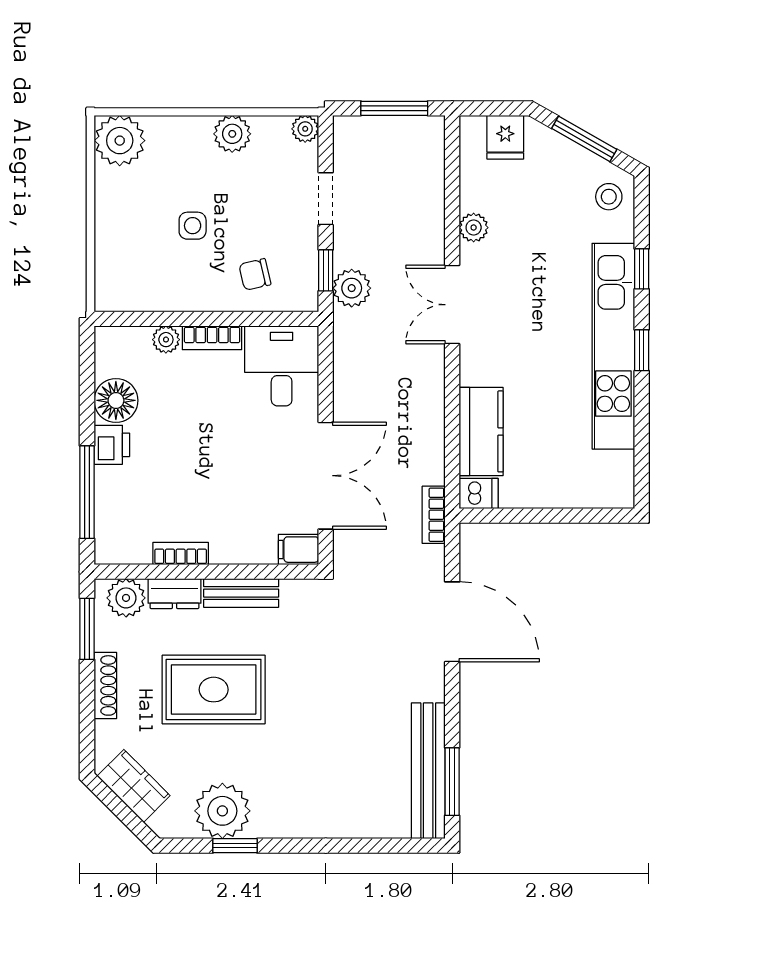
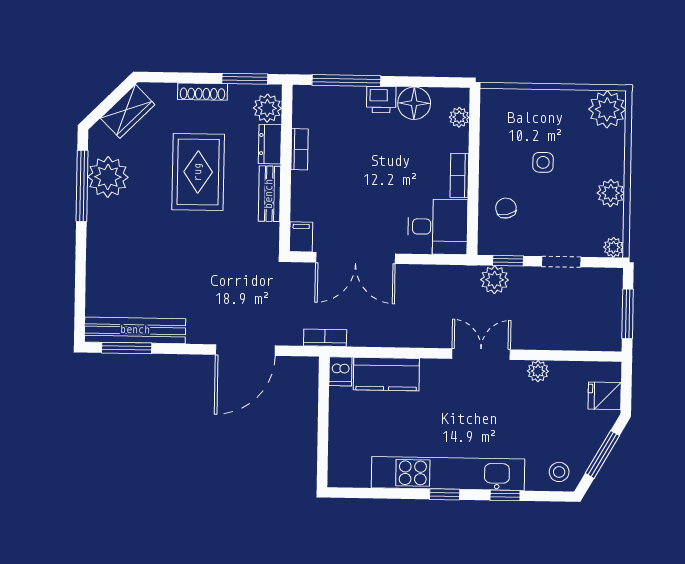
plant: (166, 340) -> (459, 117), moved
window: (235, 846) -> (82, 186), width x2.17

